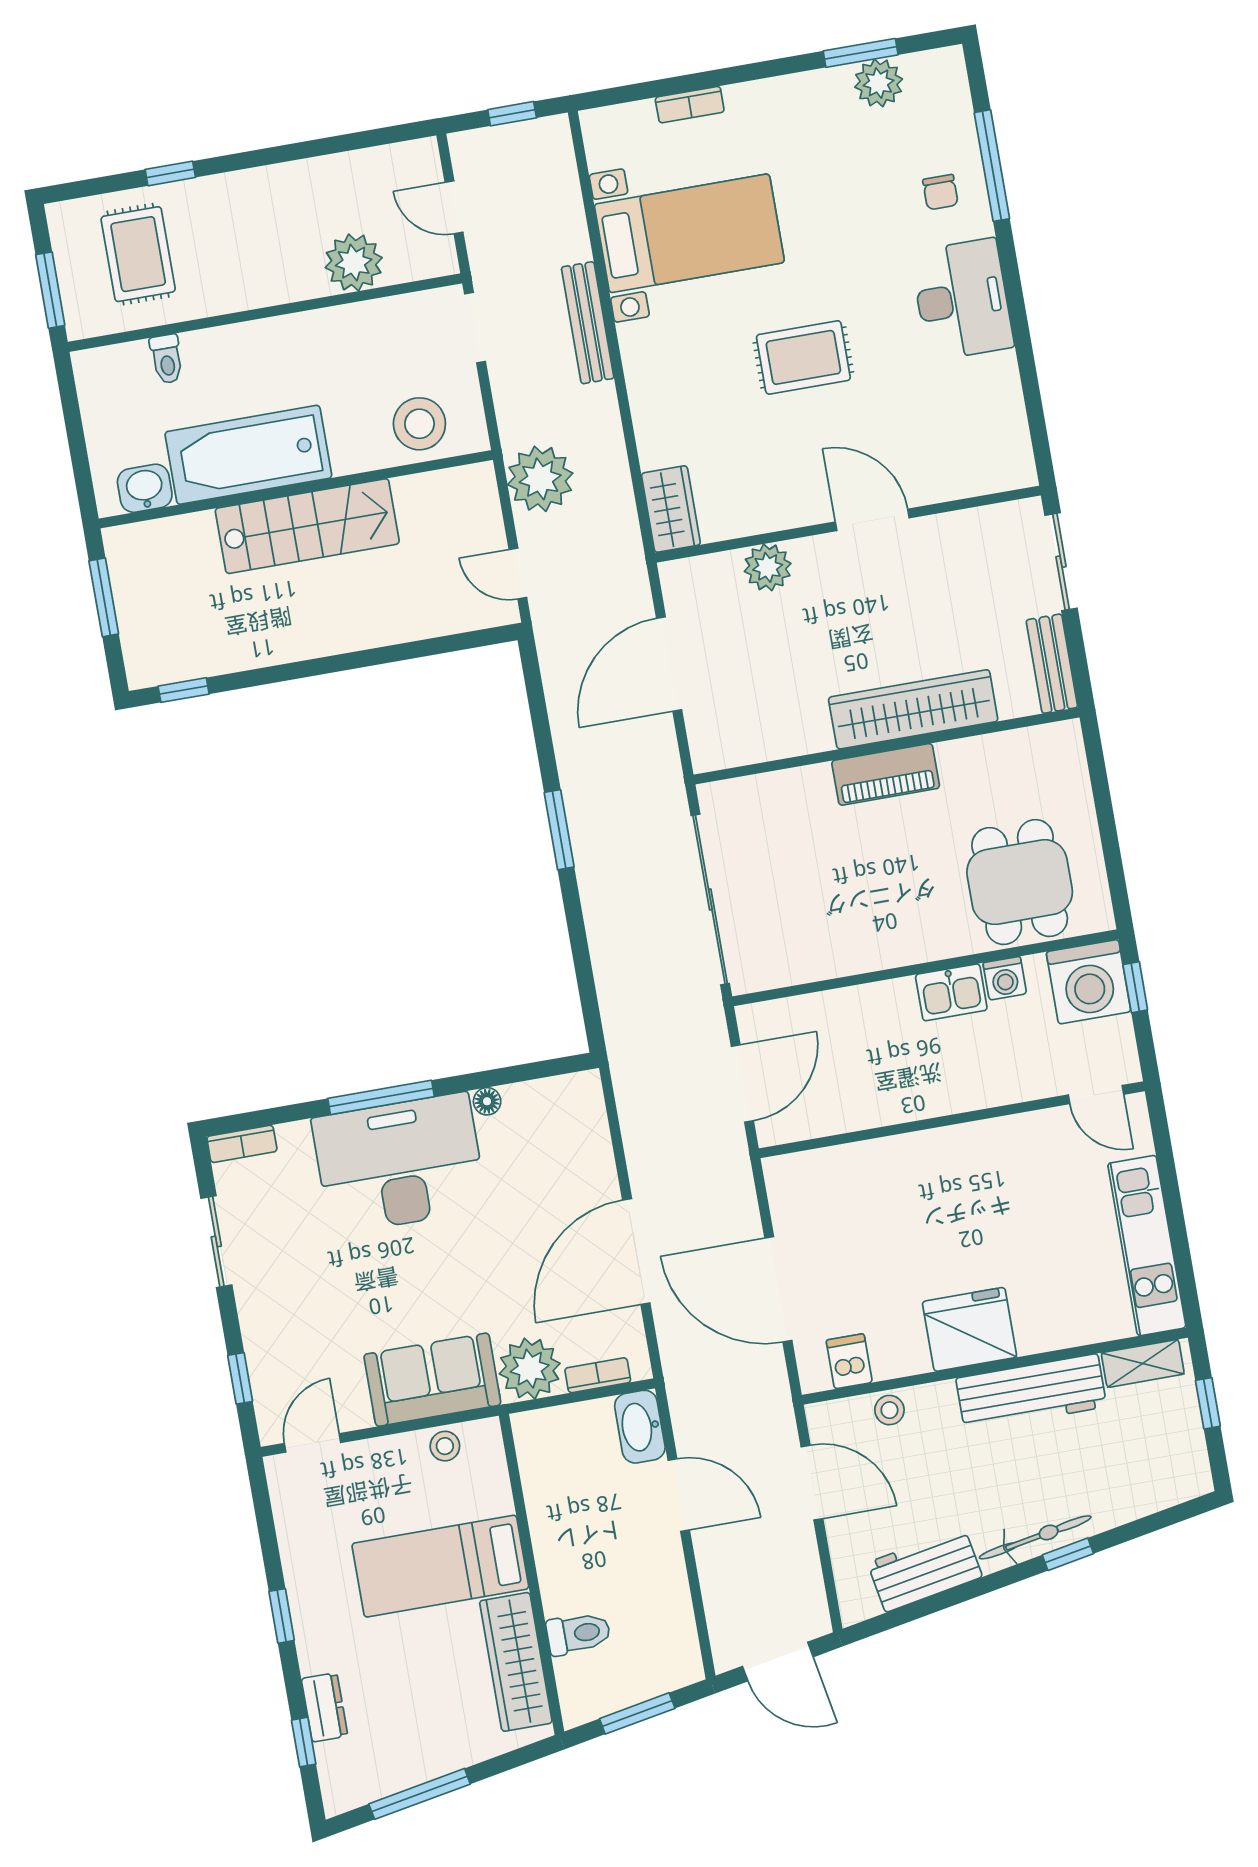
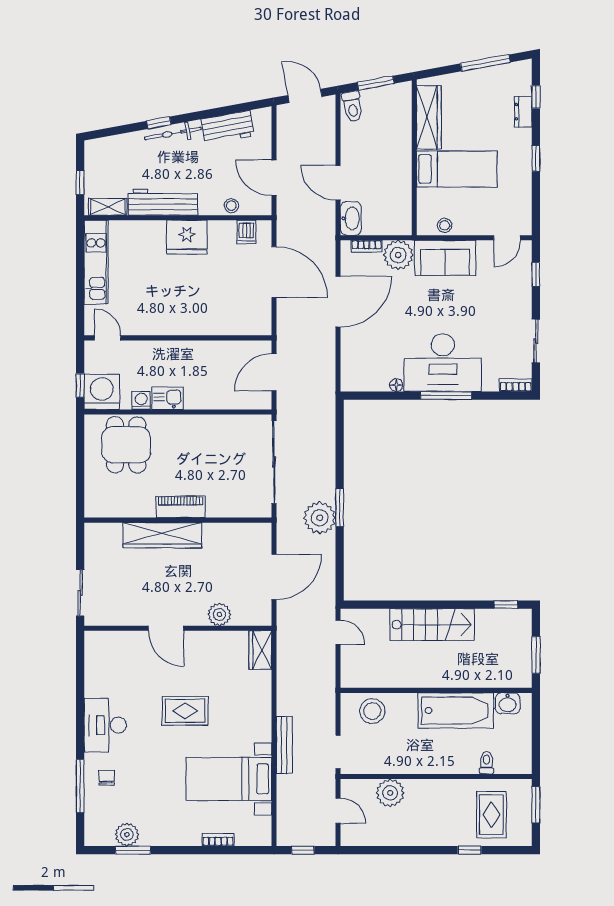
plant: (540, 479) -> (320, 518), moved
stairs: (307, 526) -> (432, 625), moved, turned 180
bench: (1052, 664) -> (93, 545), removed
toilet: (578, 1634) -> (352, 106), moved, turned -100

